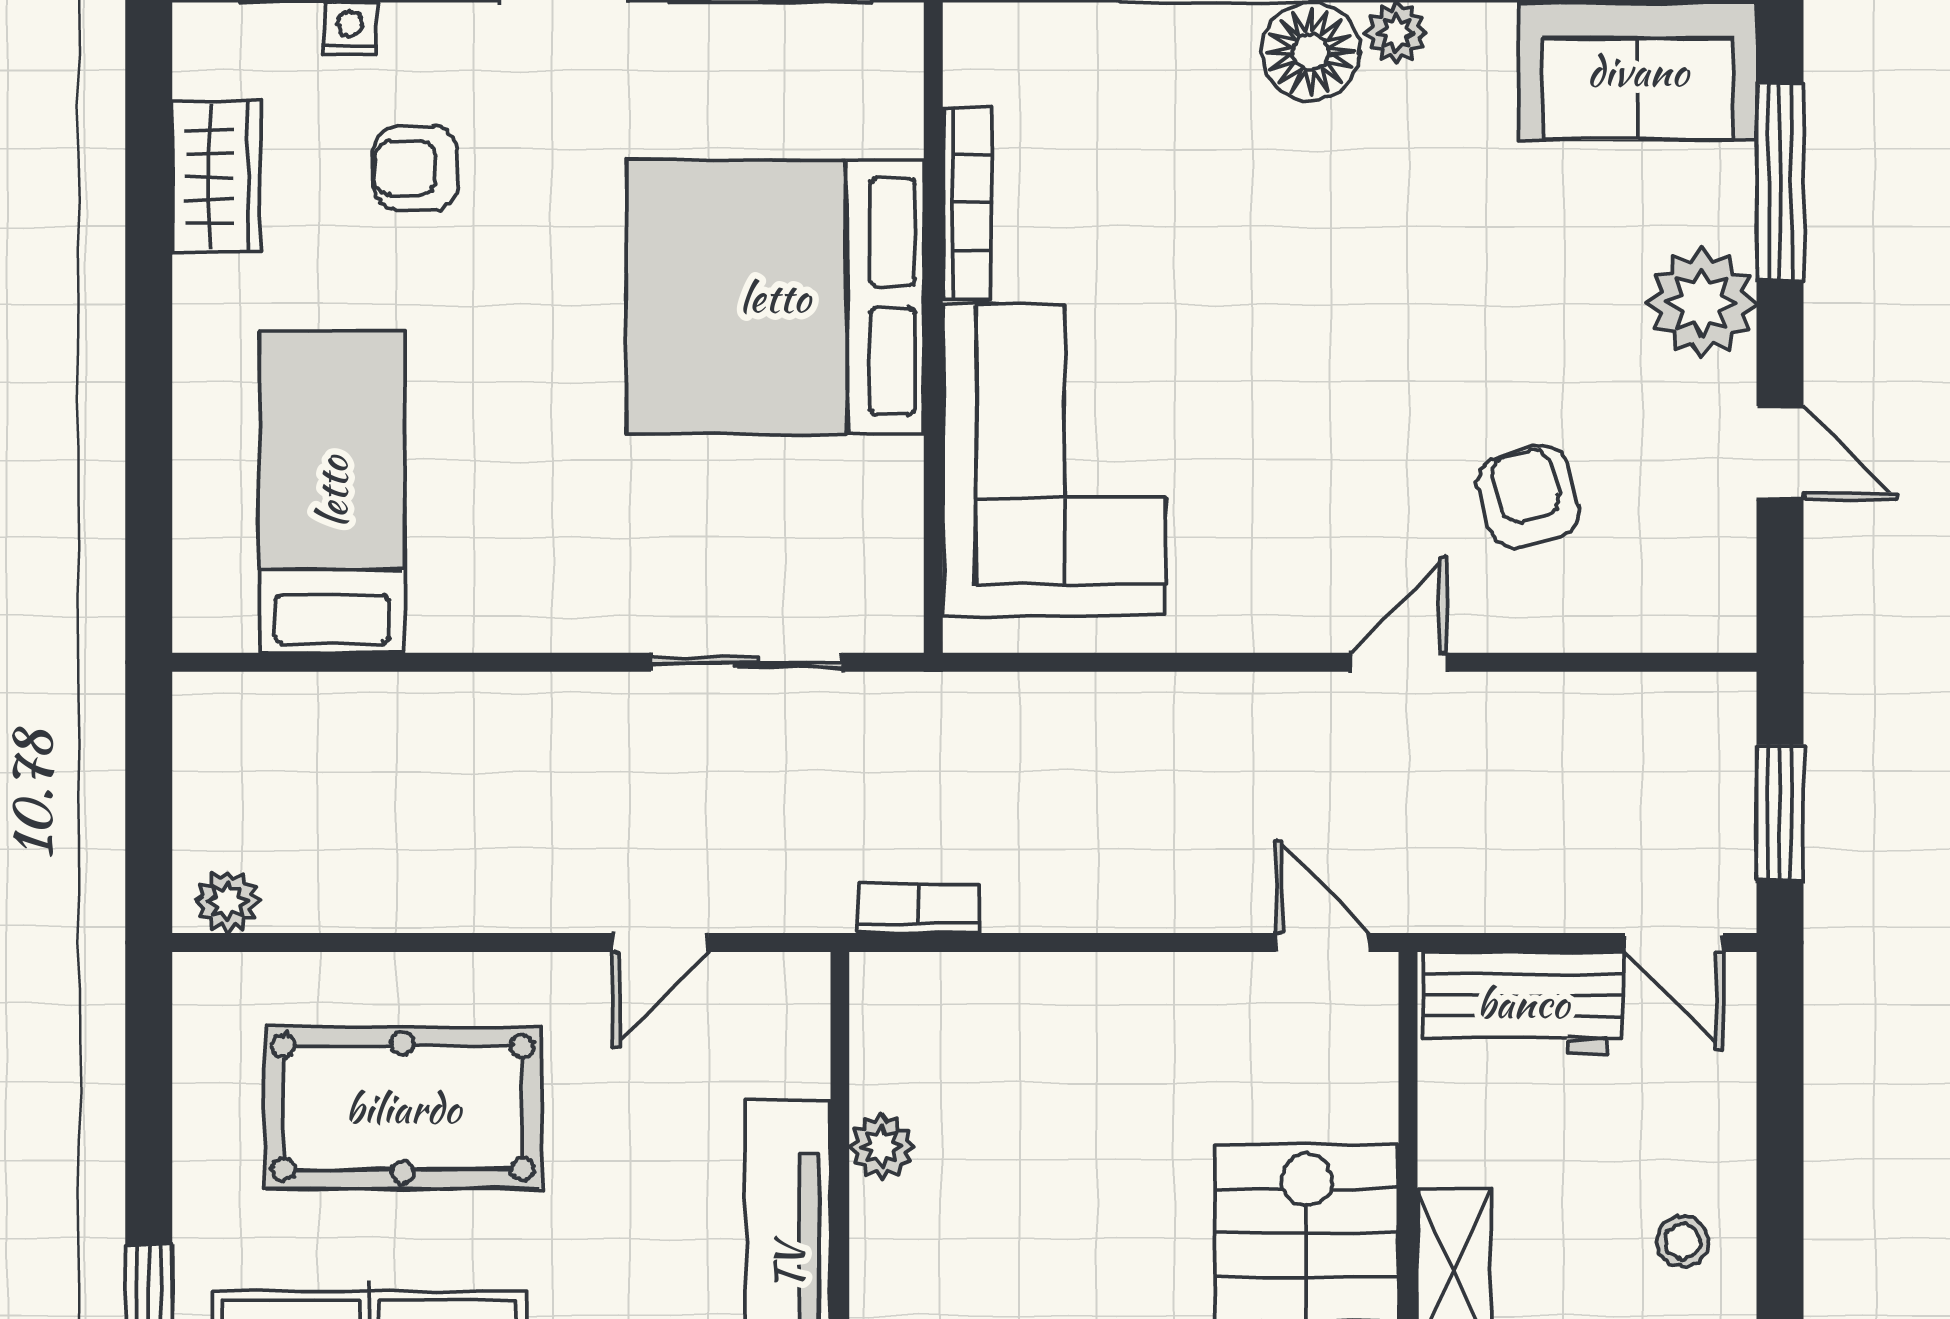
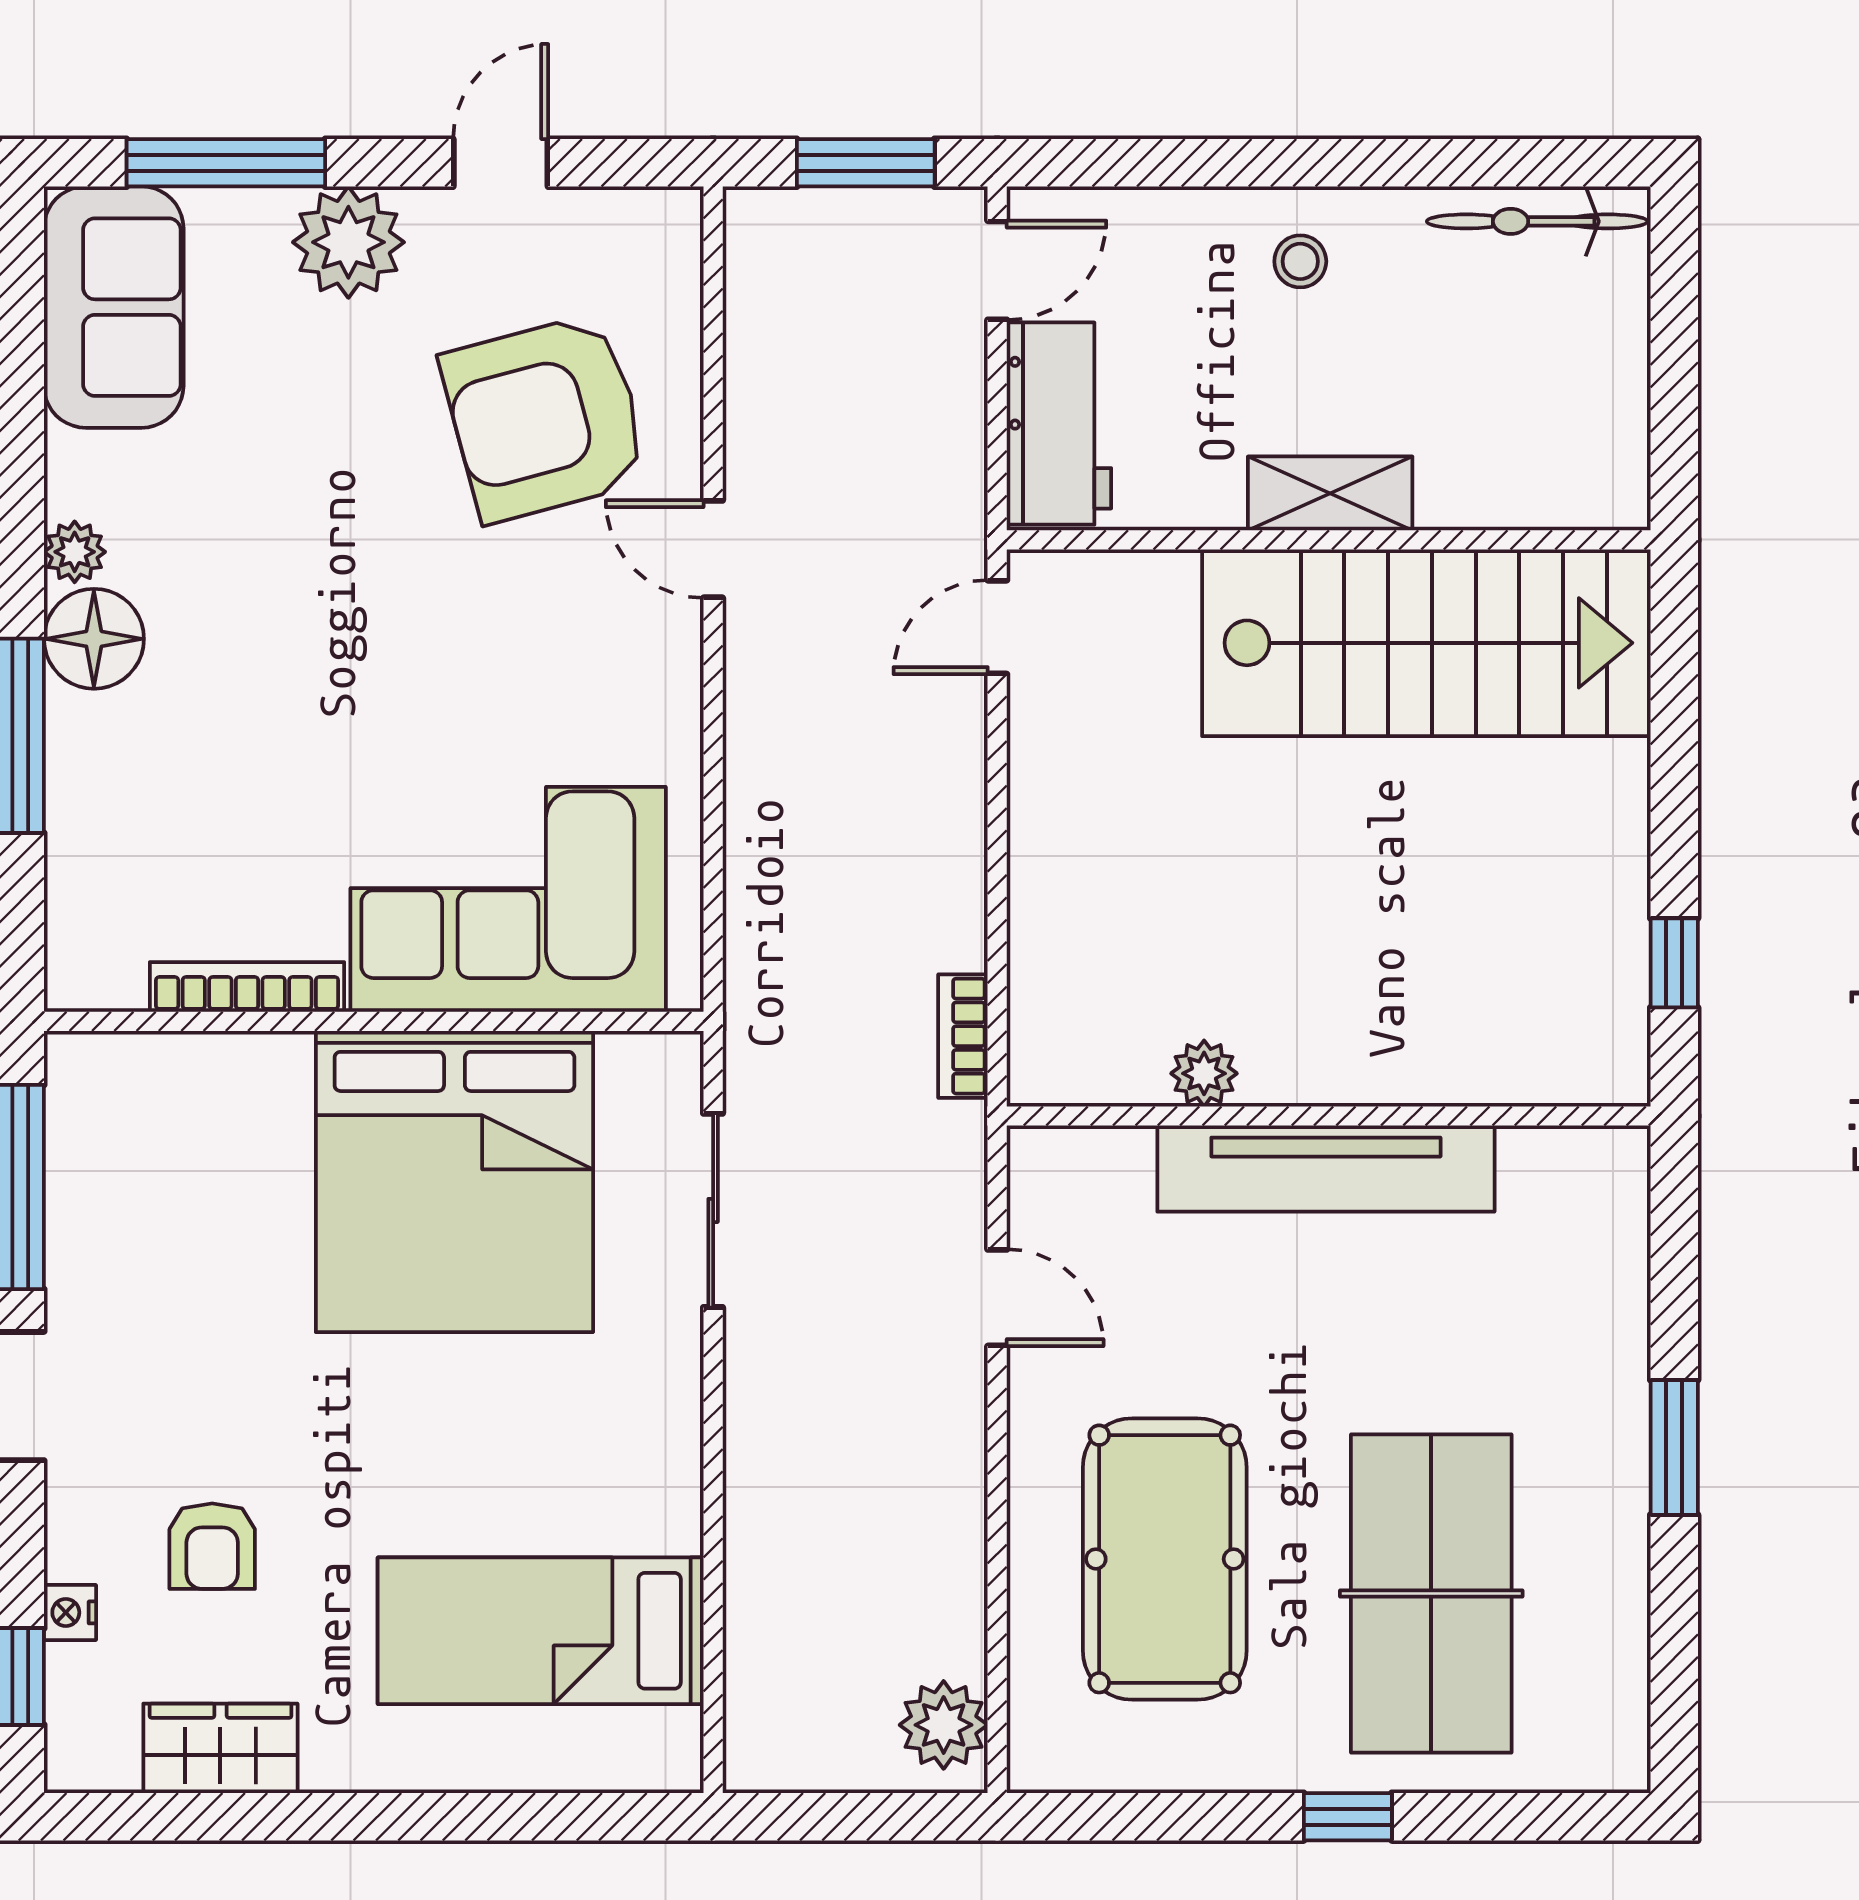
bed: (775, 297) -> (454, 1181), moved
armchair: (1528, 497) -> (545, 418), width x1.88, depth x1.88
plant: (227, 901) -> (944, 1725), width x1.38, depth x1.38

